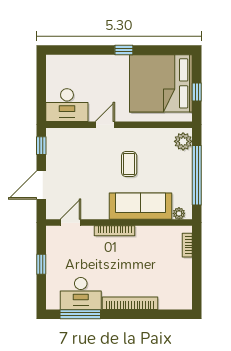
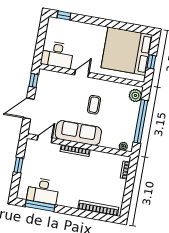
window: (124, 50) -> (64, 15), moved
sofa: (141, 206) -> (78, 133), moved
bookcase: (130, 303) -> (98, 208), moved

